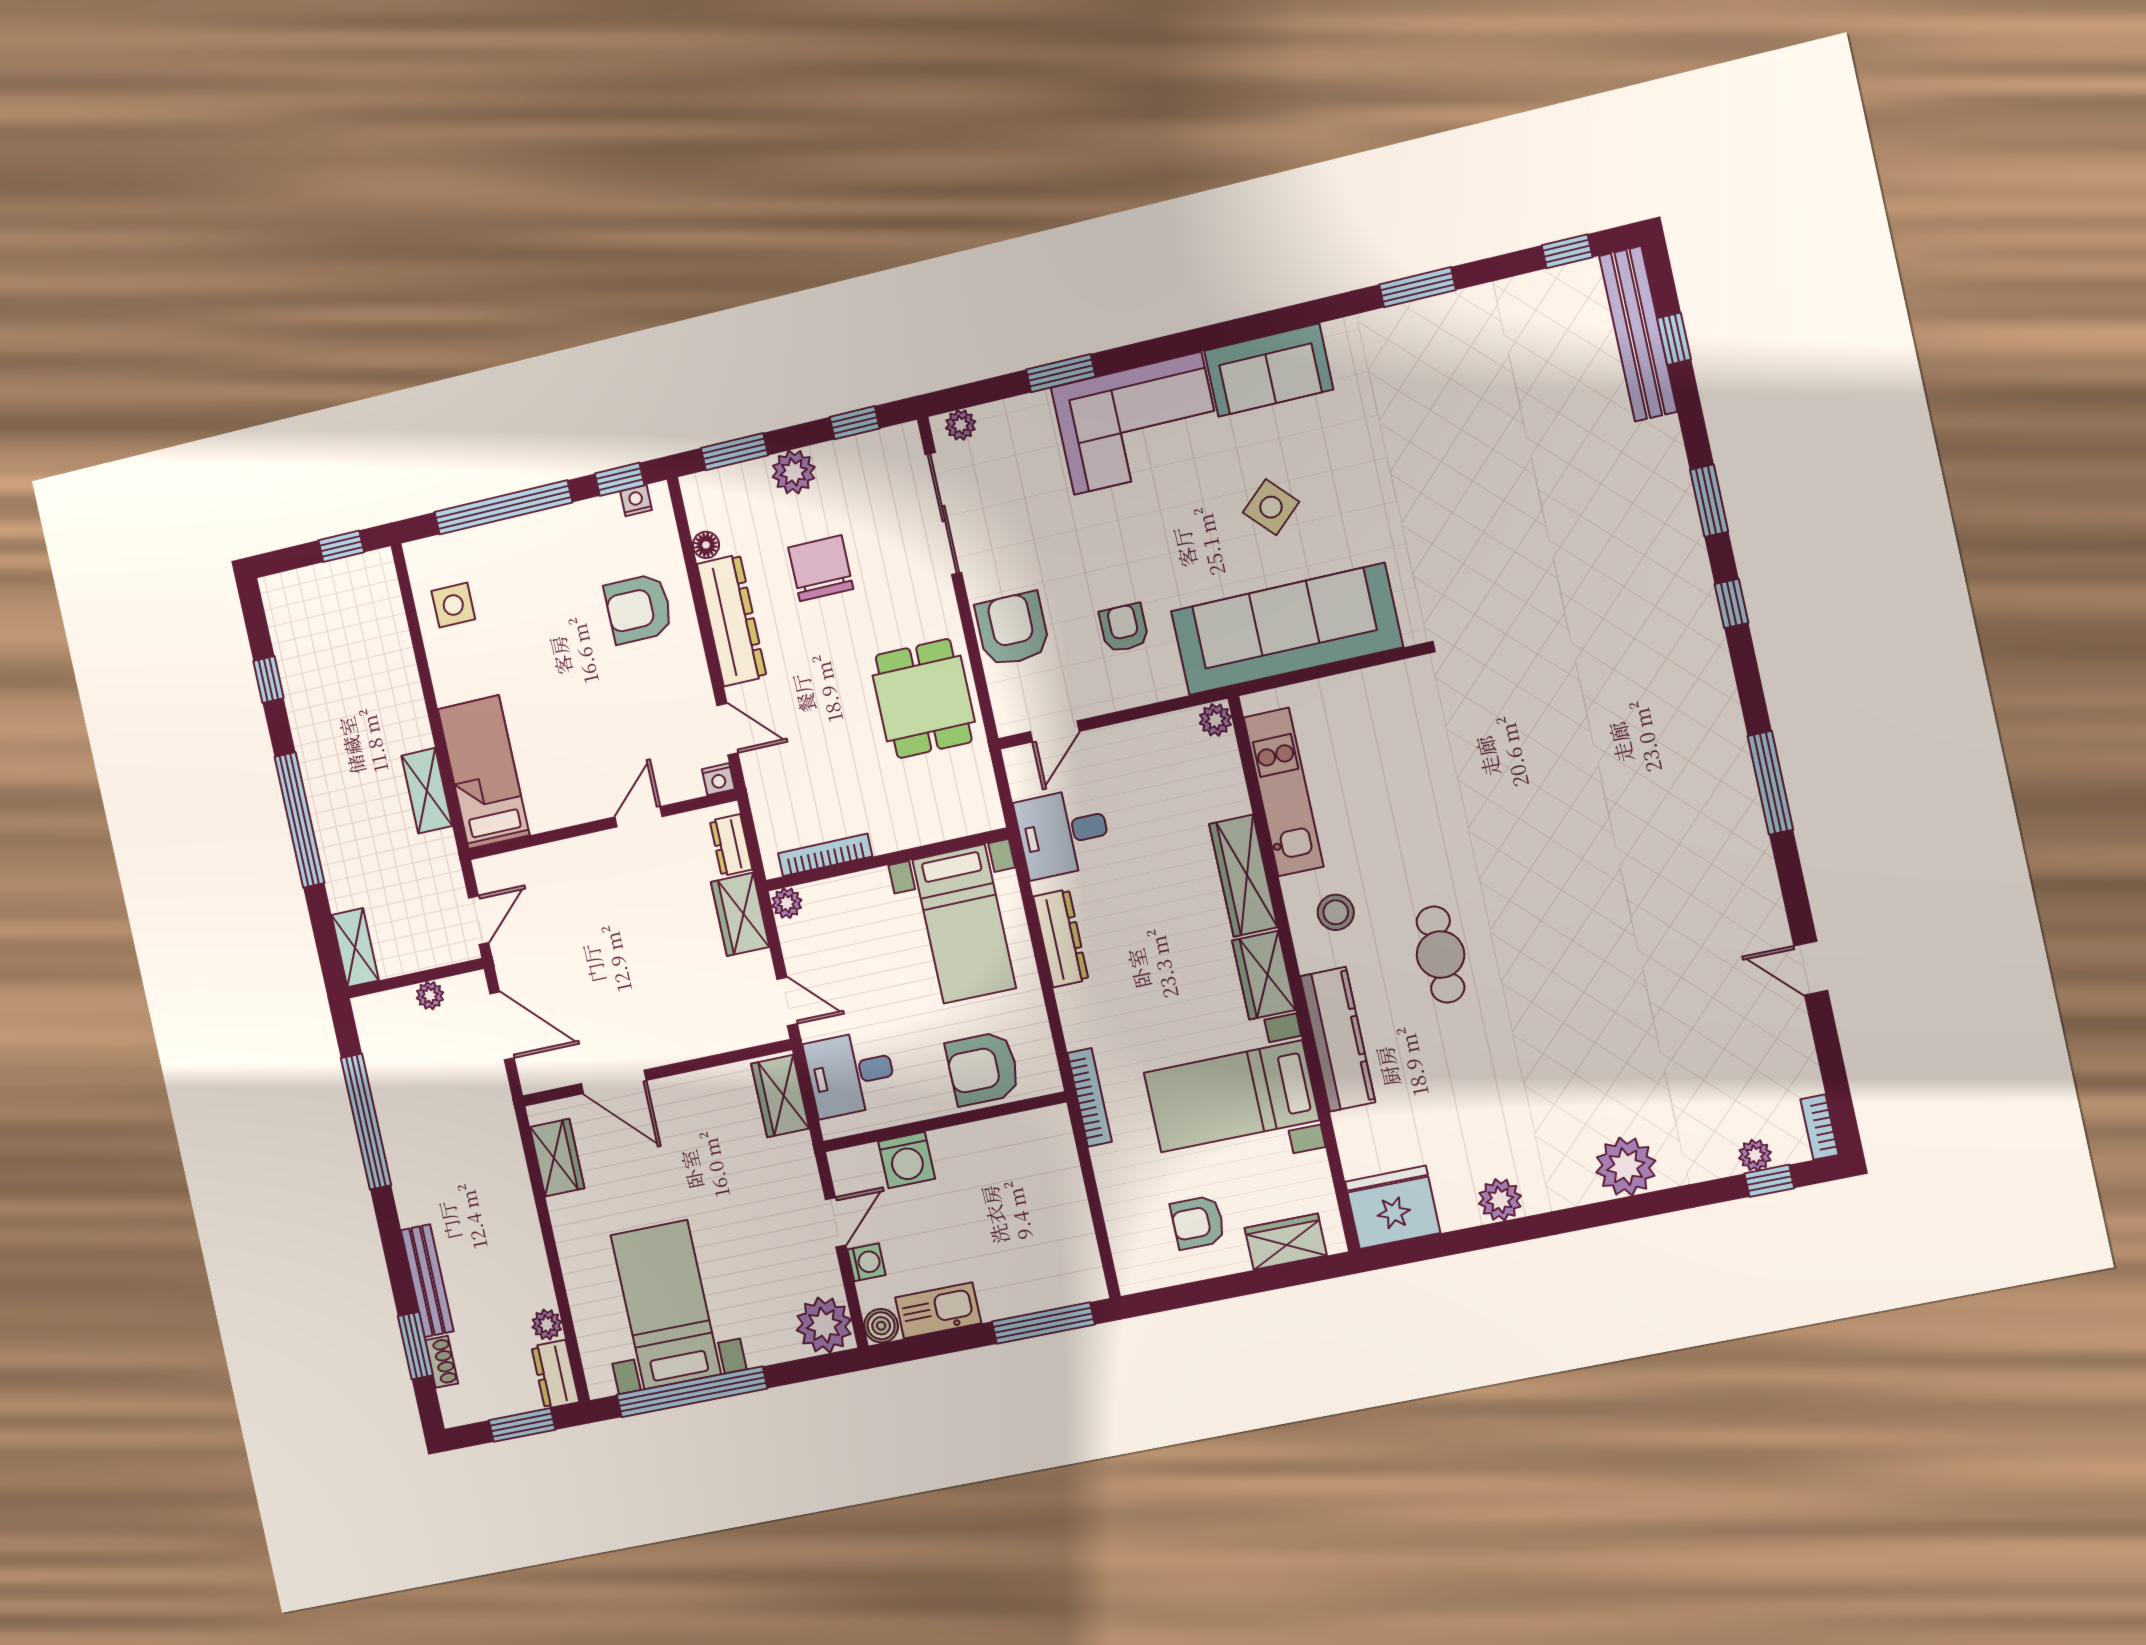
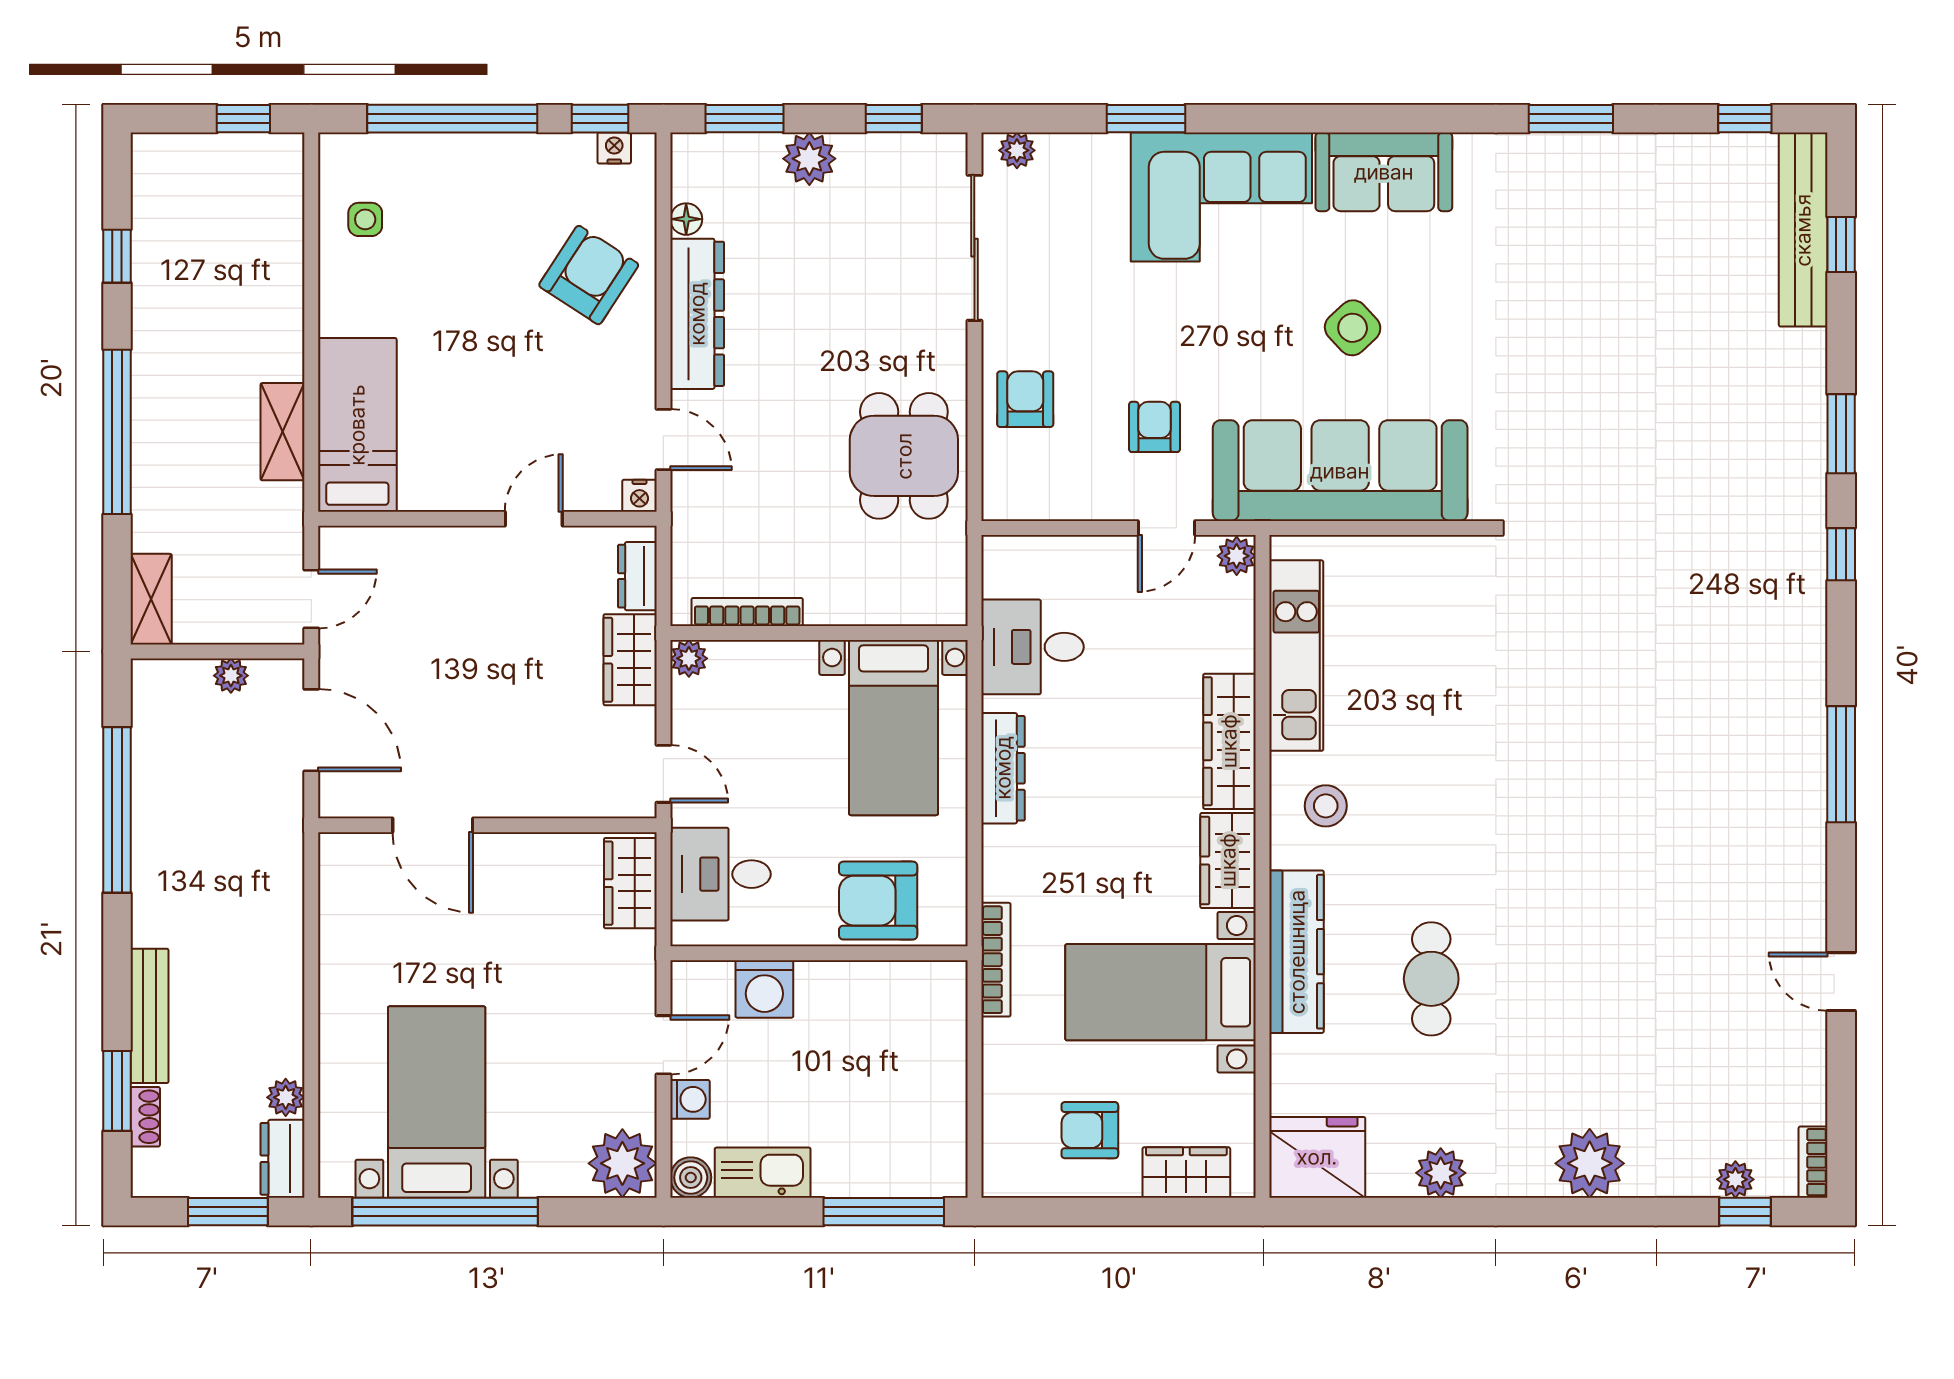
chair: (821, 568) -> (816, 277), removed
side table: (453, 605) -> (365, 219), width x0.73, depth x0.73
armchair: (639, 609) -> (589, 275), turned 123
armchair: (1012, 629) -> (1025, 399), width x0.72, depth x0.72
door: (1055, 731) -> (1166, 528), moved
cafe table: (1441, 955) -> (1431, 979), moved
wardrobe: (557, 1158) -> (343, 901), removed

